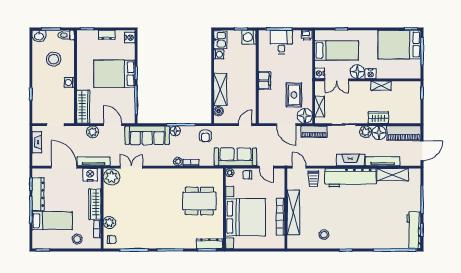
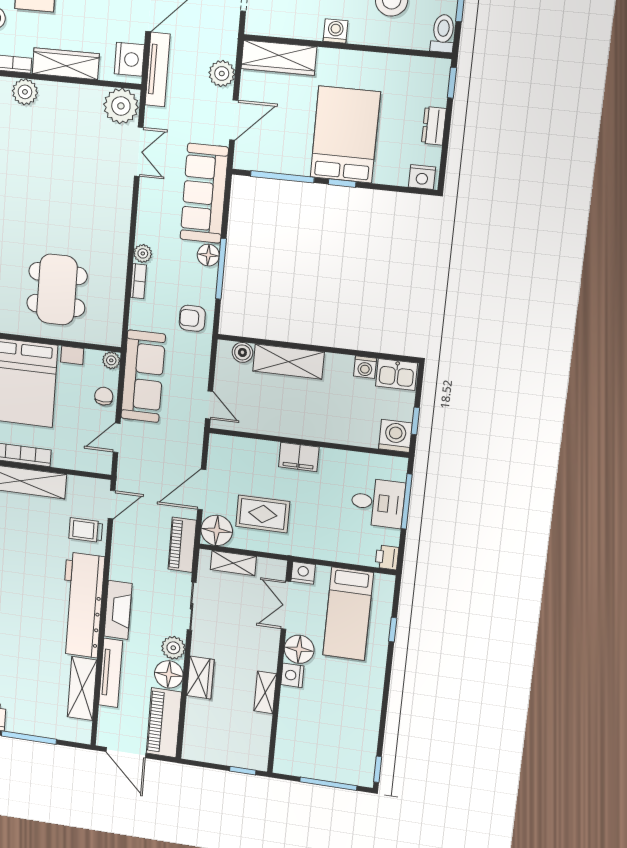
bed: (399, 45) -> (347, 741), removed

